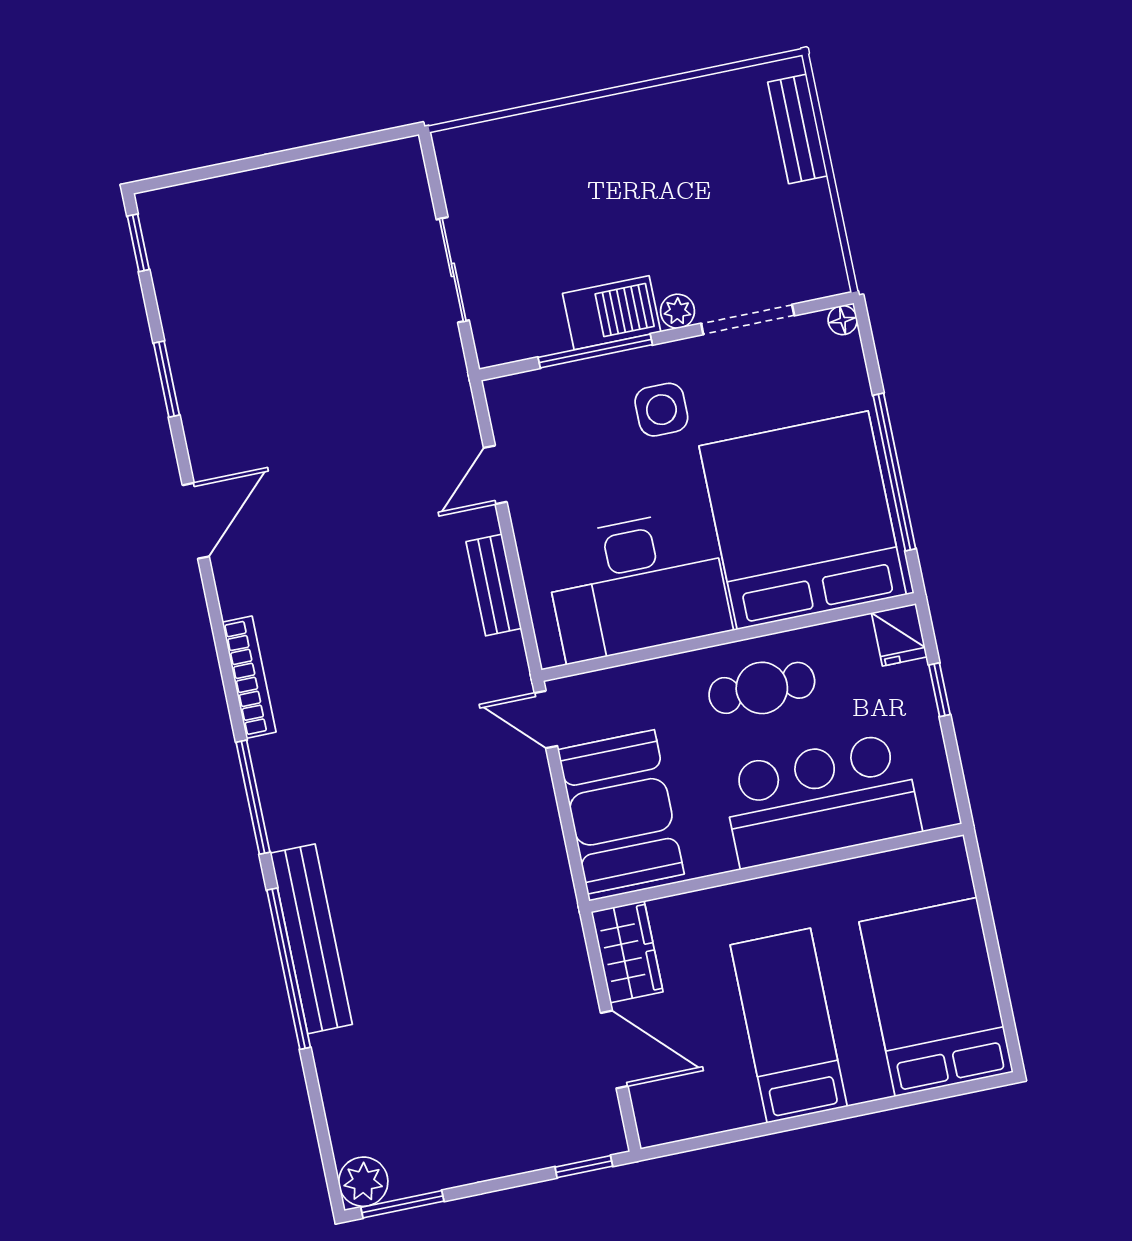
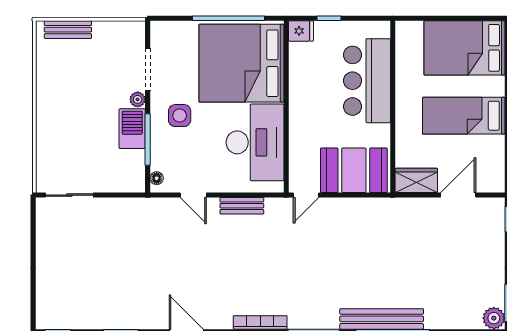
sliding door: (453, 270) -> (69, 195), moved
floor lamp: (843, 320) -> (157, 178), moved
cafe table: (762, 688) -> (312, 97), removed

